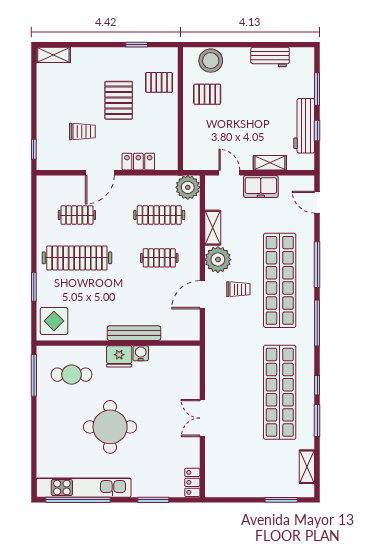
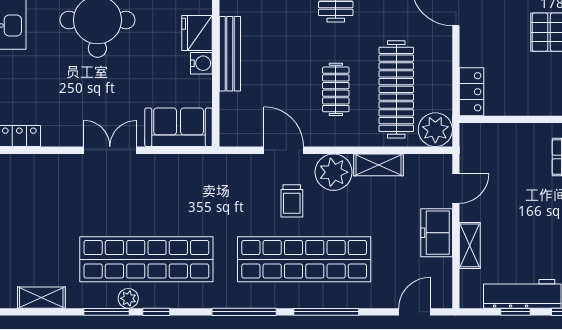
locker: (138, 162) -> (472, 92), moved
clothes rail: (159, 215) -> (396, 89), width x1.37, depth x1.31
sofa: (186, 369) -> (179, 127), added
plant: (307, 405) -> (128, 298), added

